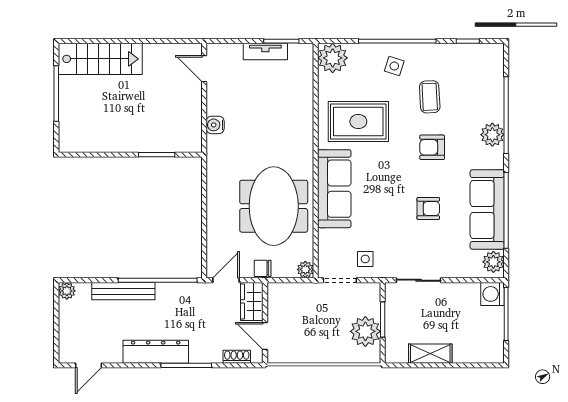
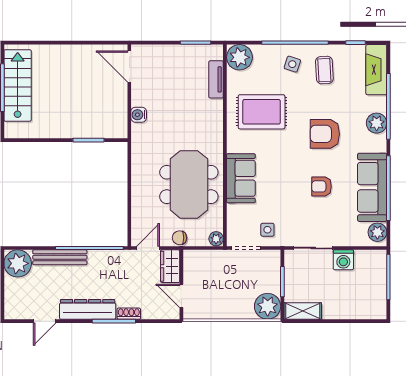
tv unit: (265, 51) -> (216, 79), moved, turned 90
stairs: (100, 59) -> (18, 85), moved, turned -90
door: (204, 69) -> (129, 66), width x1.38
fireplace: (492, 72) -> (376, 70), added
coffee table: (430, 97) -> (324, 70), moved
armchair: (432, 147) -> (325, 134), width x1.38, depth x1.38
sofa: (334, 189) -> (241, 178), width x0.73
armchair: (428, 208) -> (322, 186), turned 180
plant: (67, 291) -> (18, 263), width x1.88, depth x1.88
washing machine: (492, 294) -> (343, 260), moved, turned -90
plant: (365, 331) -> (268, 306), moved
shelving: (430, 354) -> (303, 311), moved
shoe rack: (237, 357) -> (129, 314), moved
door: (88, 365) -> (45, 321), moved

